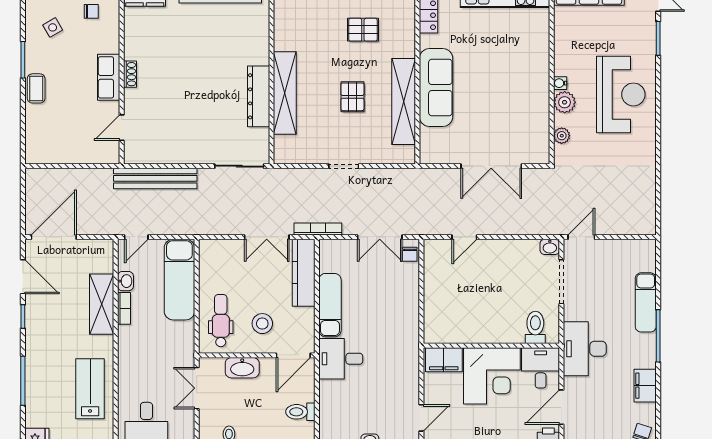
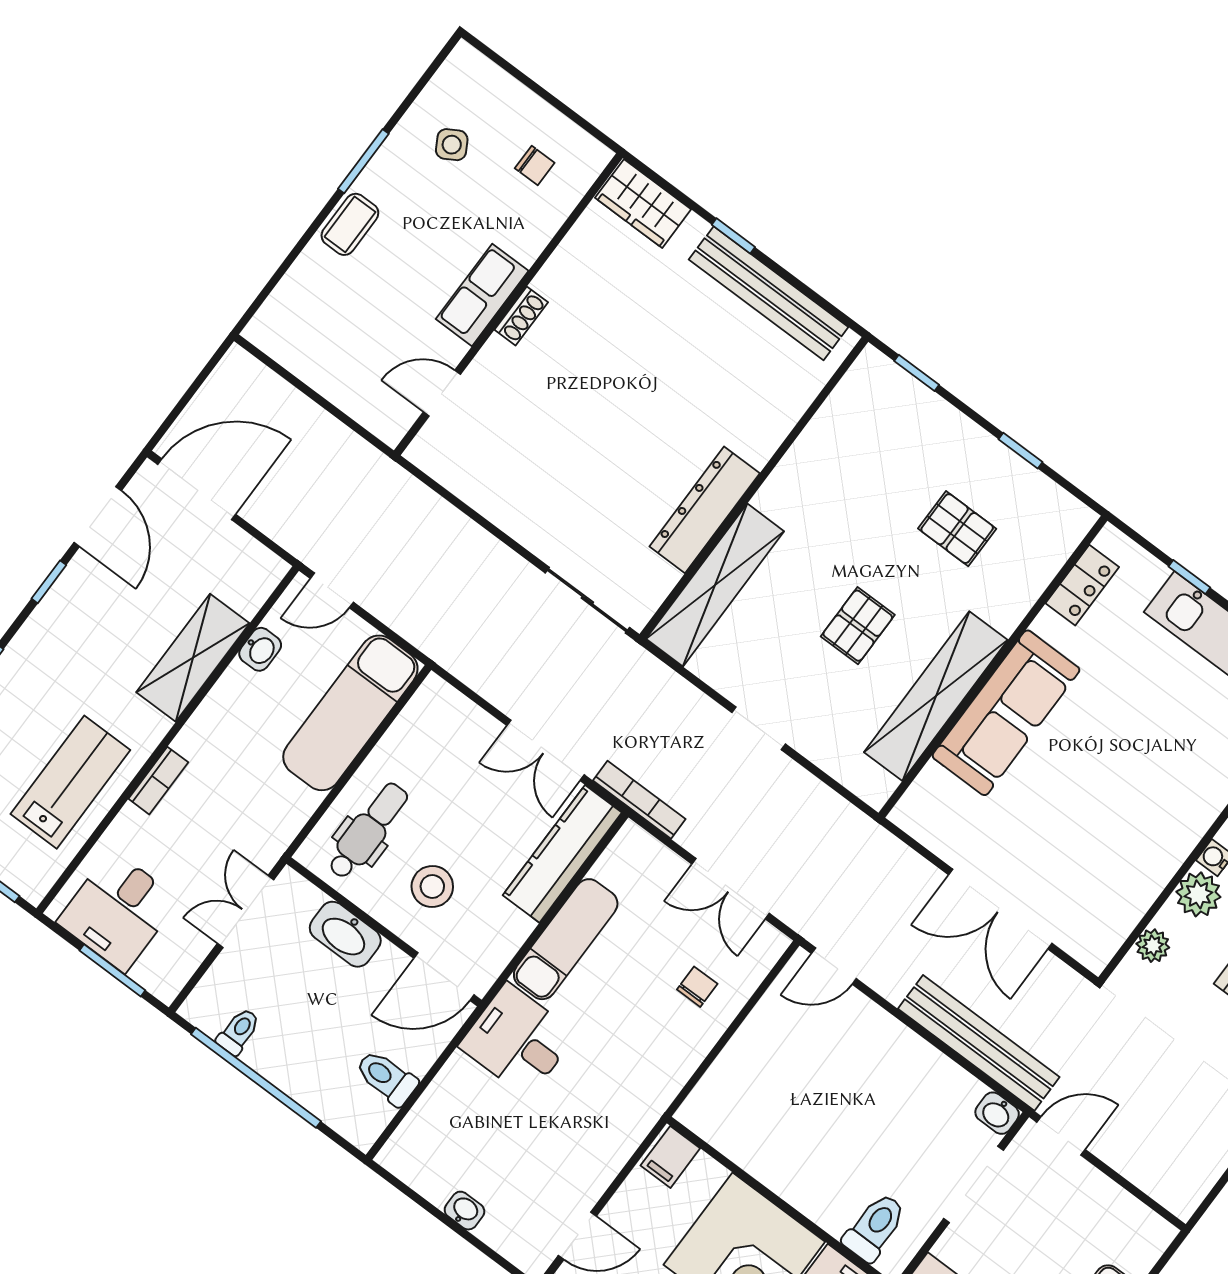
shelving: (285, 93) -> (715, 585), moved
bench: (155, 178) -> (979, 1043), moved
door: (464, 237) -> (834, 966), moved
chair: (410, 254) -> (697, 987), moved, turned 180
bookcase: (124, 308) -> (158, 781), moved
filing cabinet: (444, 360) -> (670, 1157), width x0.50

